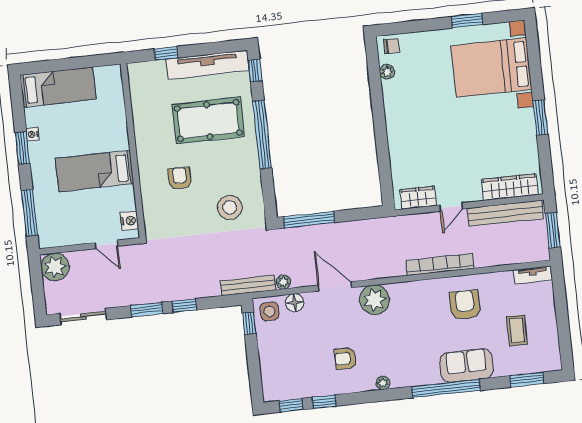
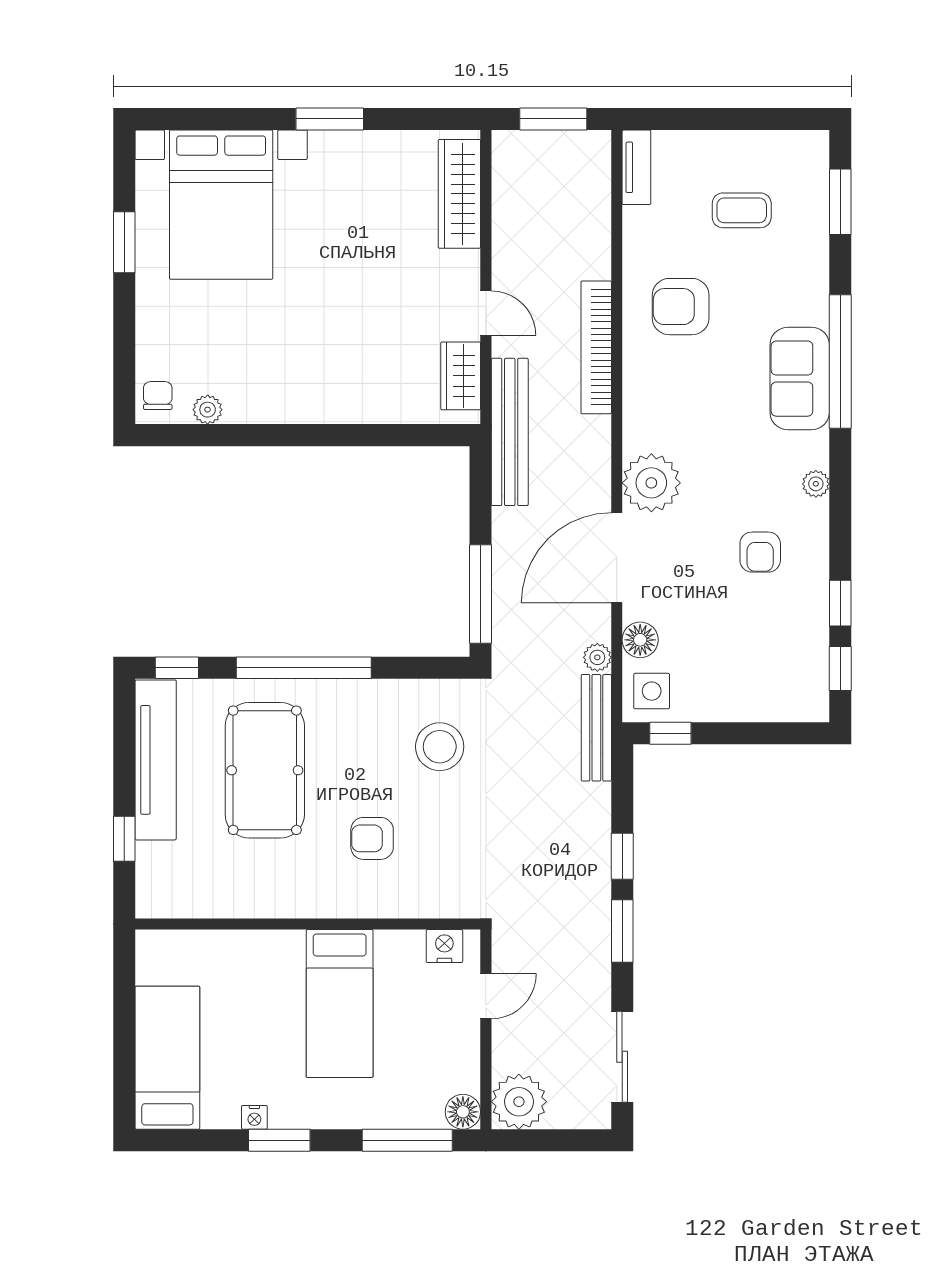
bench: (505, 213) -> (510, 432), moved
floor lamp: (47, 239) -> (463, 1112), added
door: (335, 286) -> (617, 558), width x1.36
sofa: (466, 366) -> (800, 379), moved

